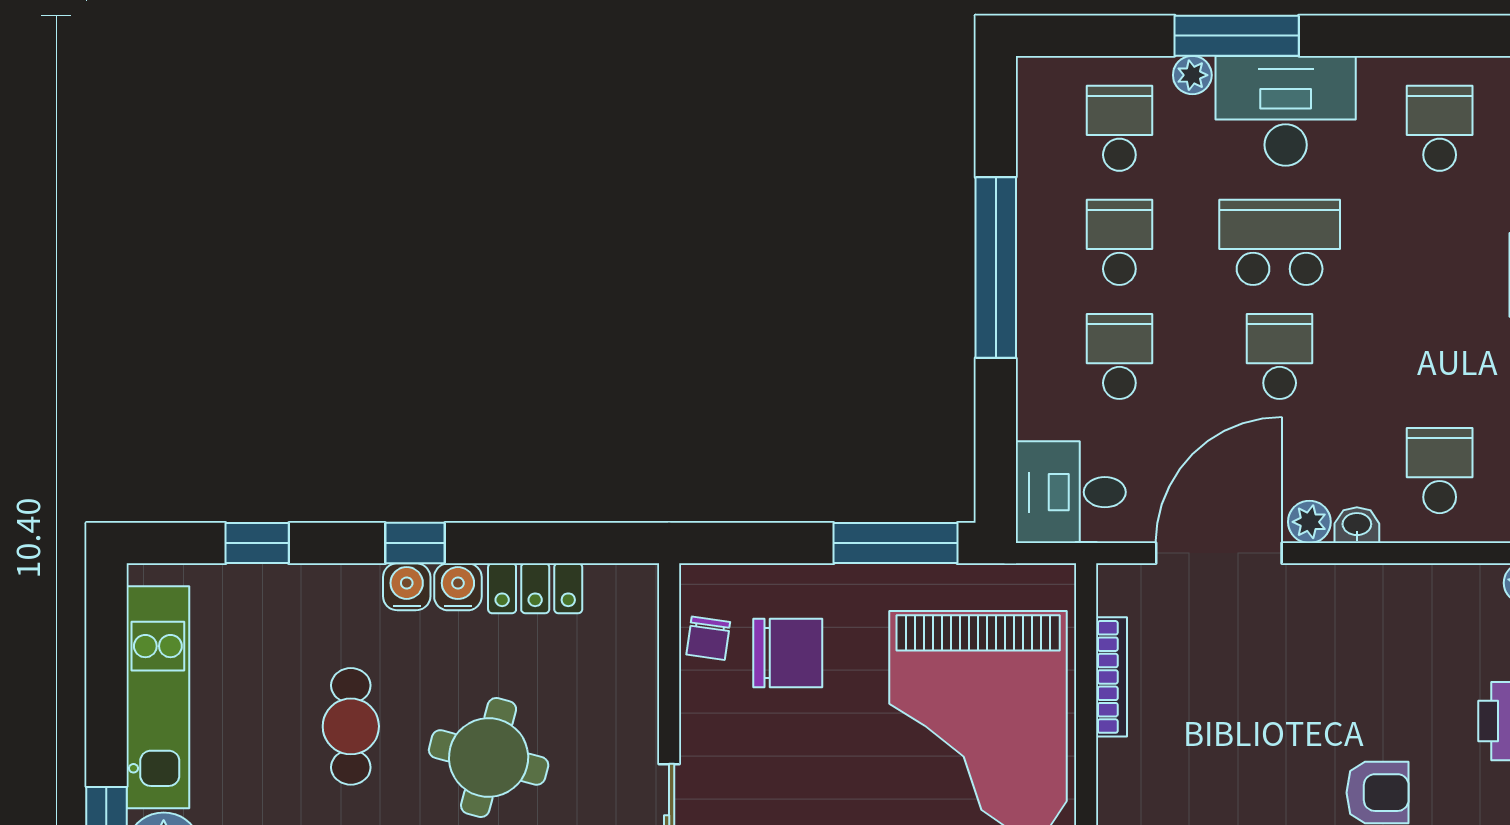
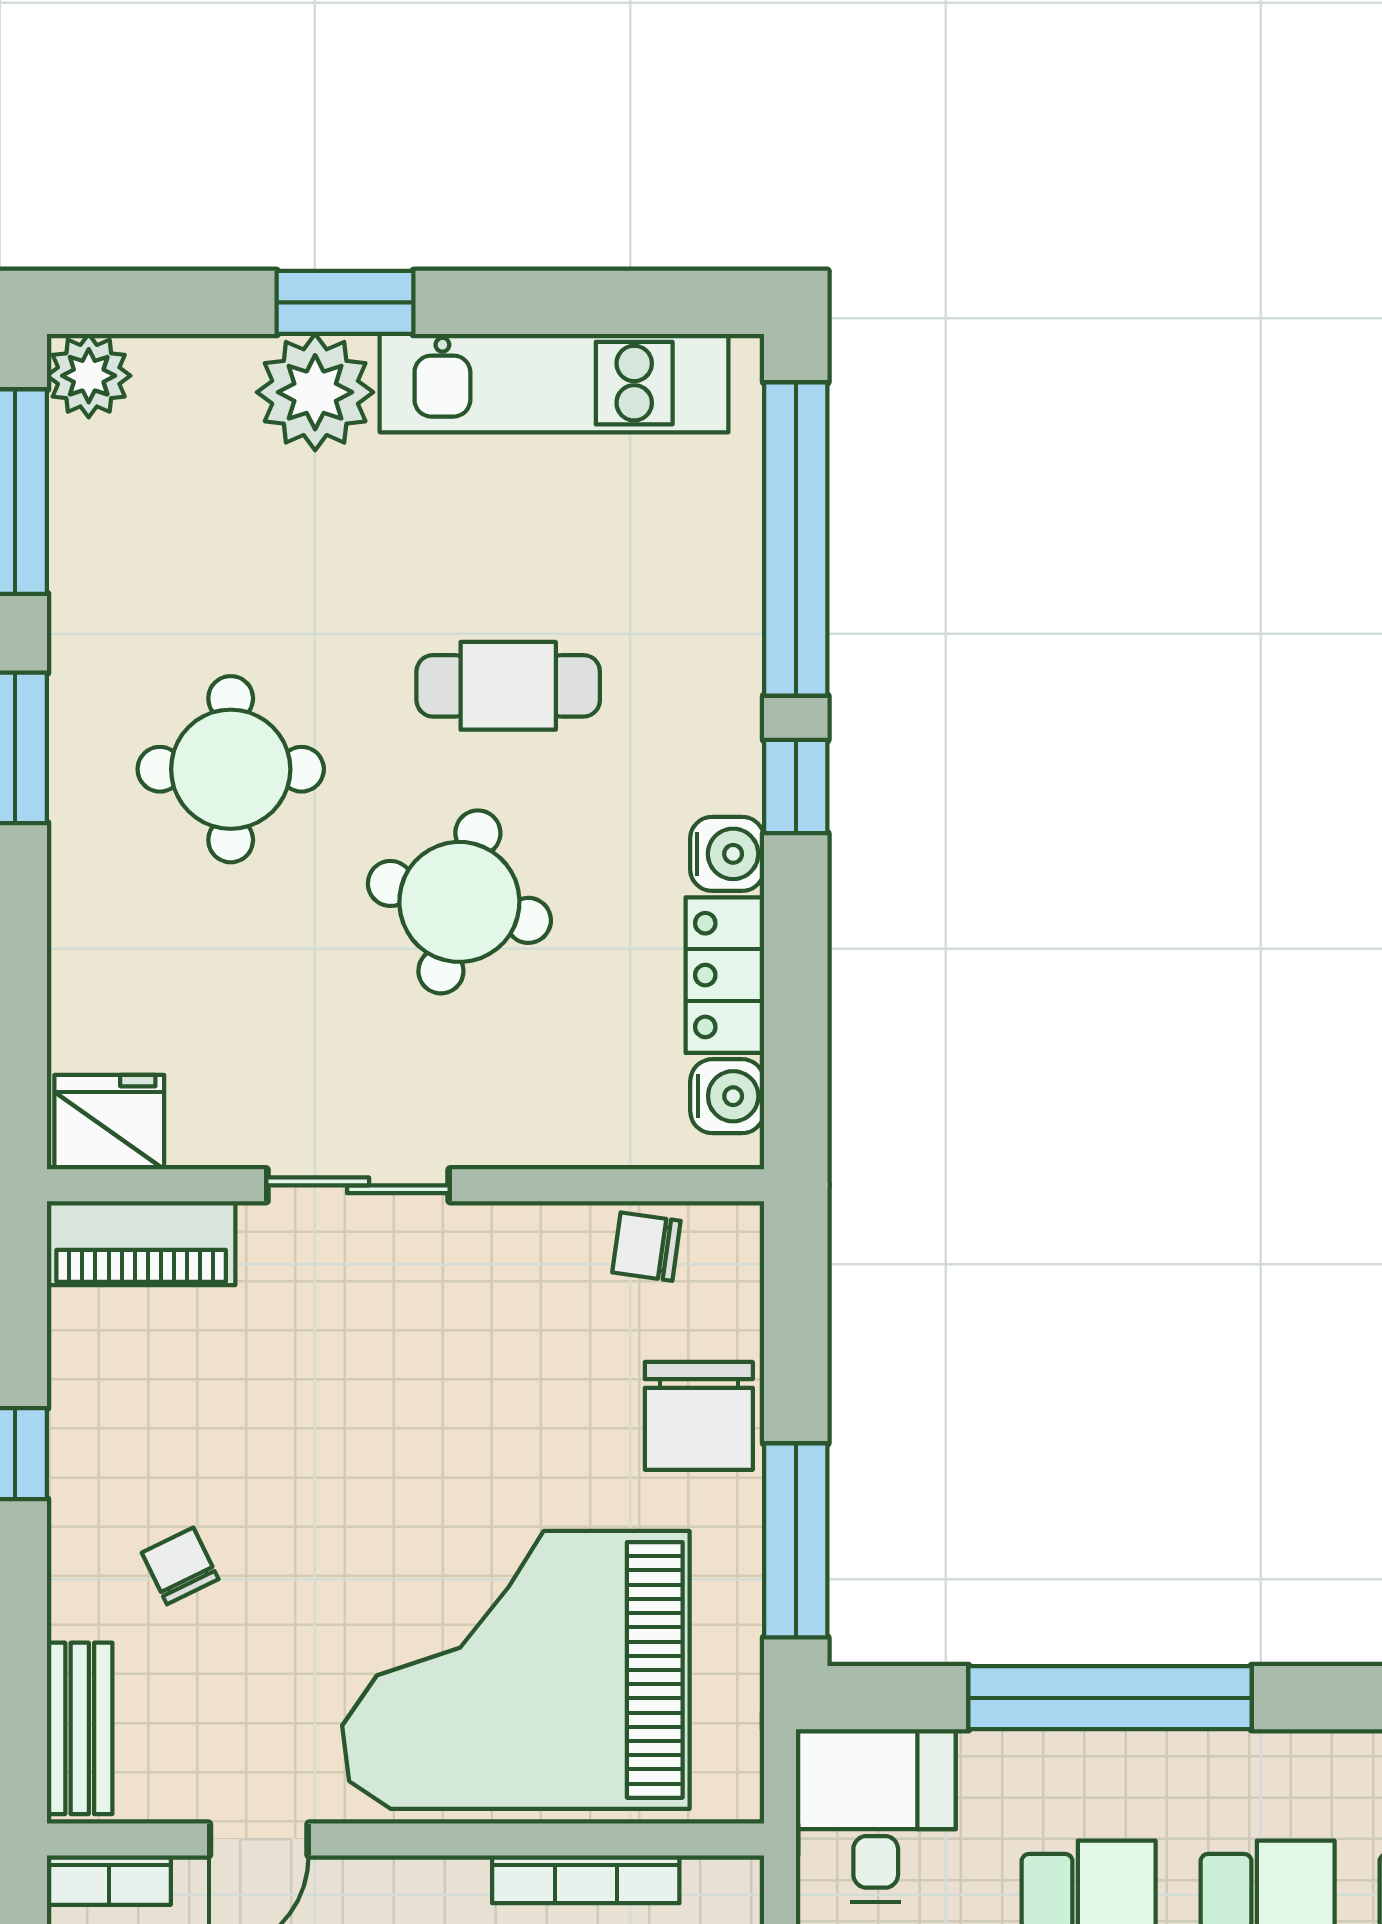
window: (996, 268) -> (1110, 1698), moved
window: (257, 543) -> (796, 539), width x3.17
water cooler: (407, 587) -> (727, 1096), moved
chair: (788, 653) -> (699, 1416), moved

